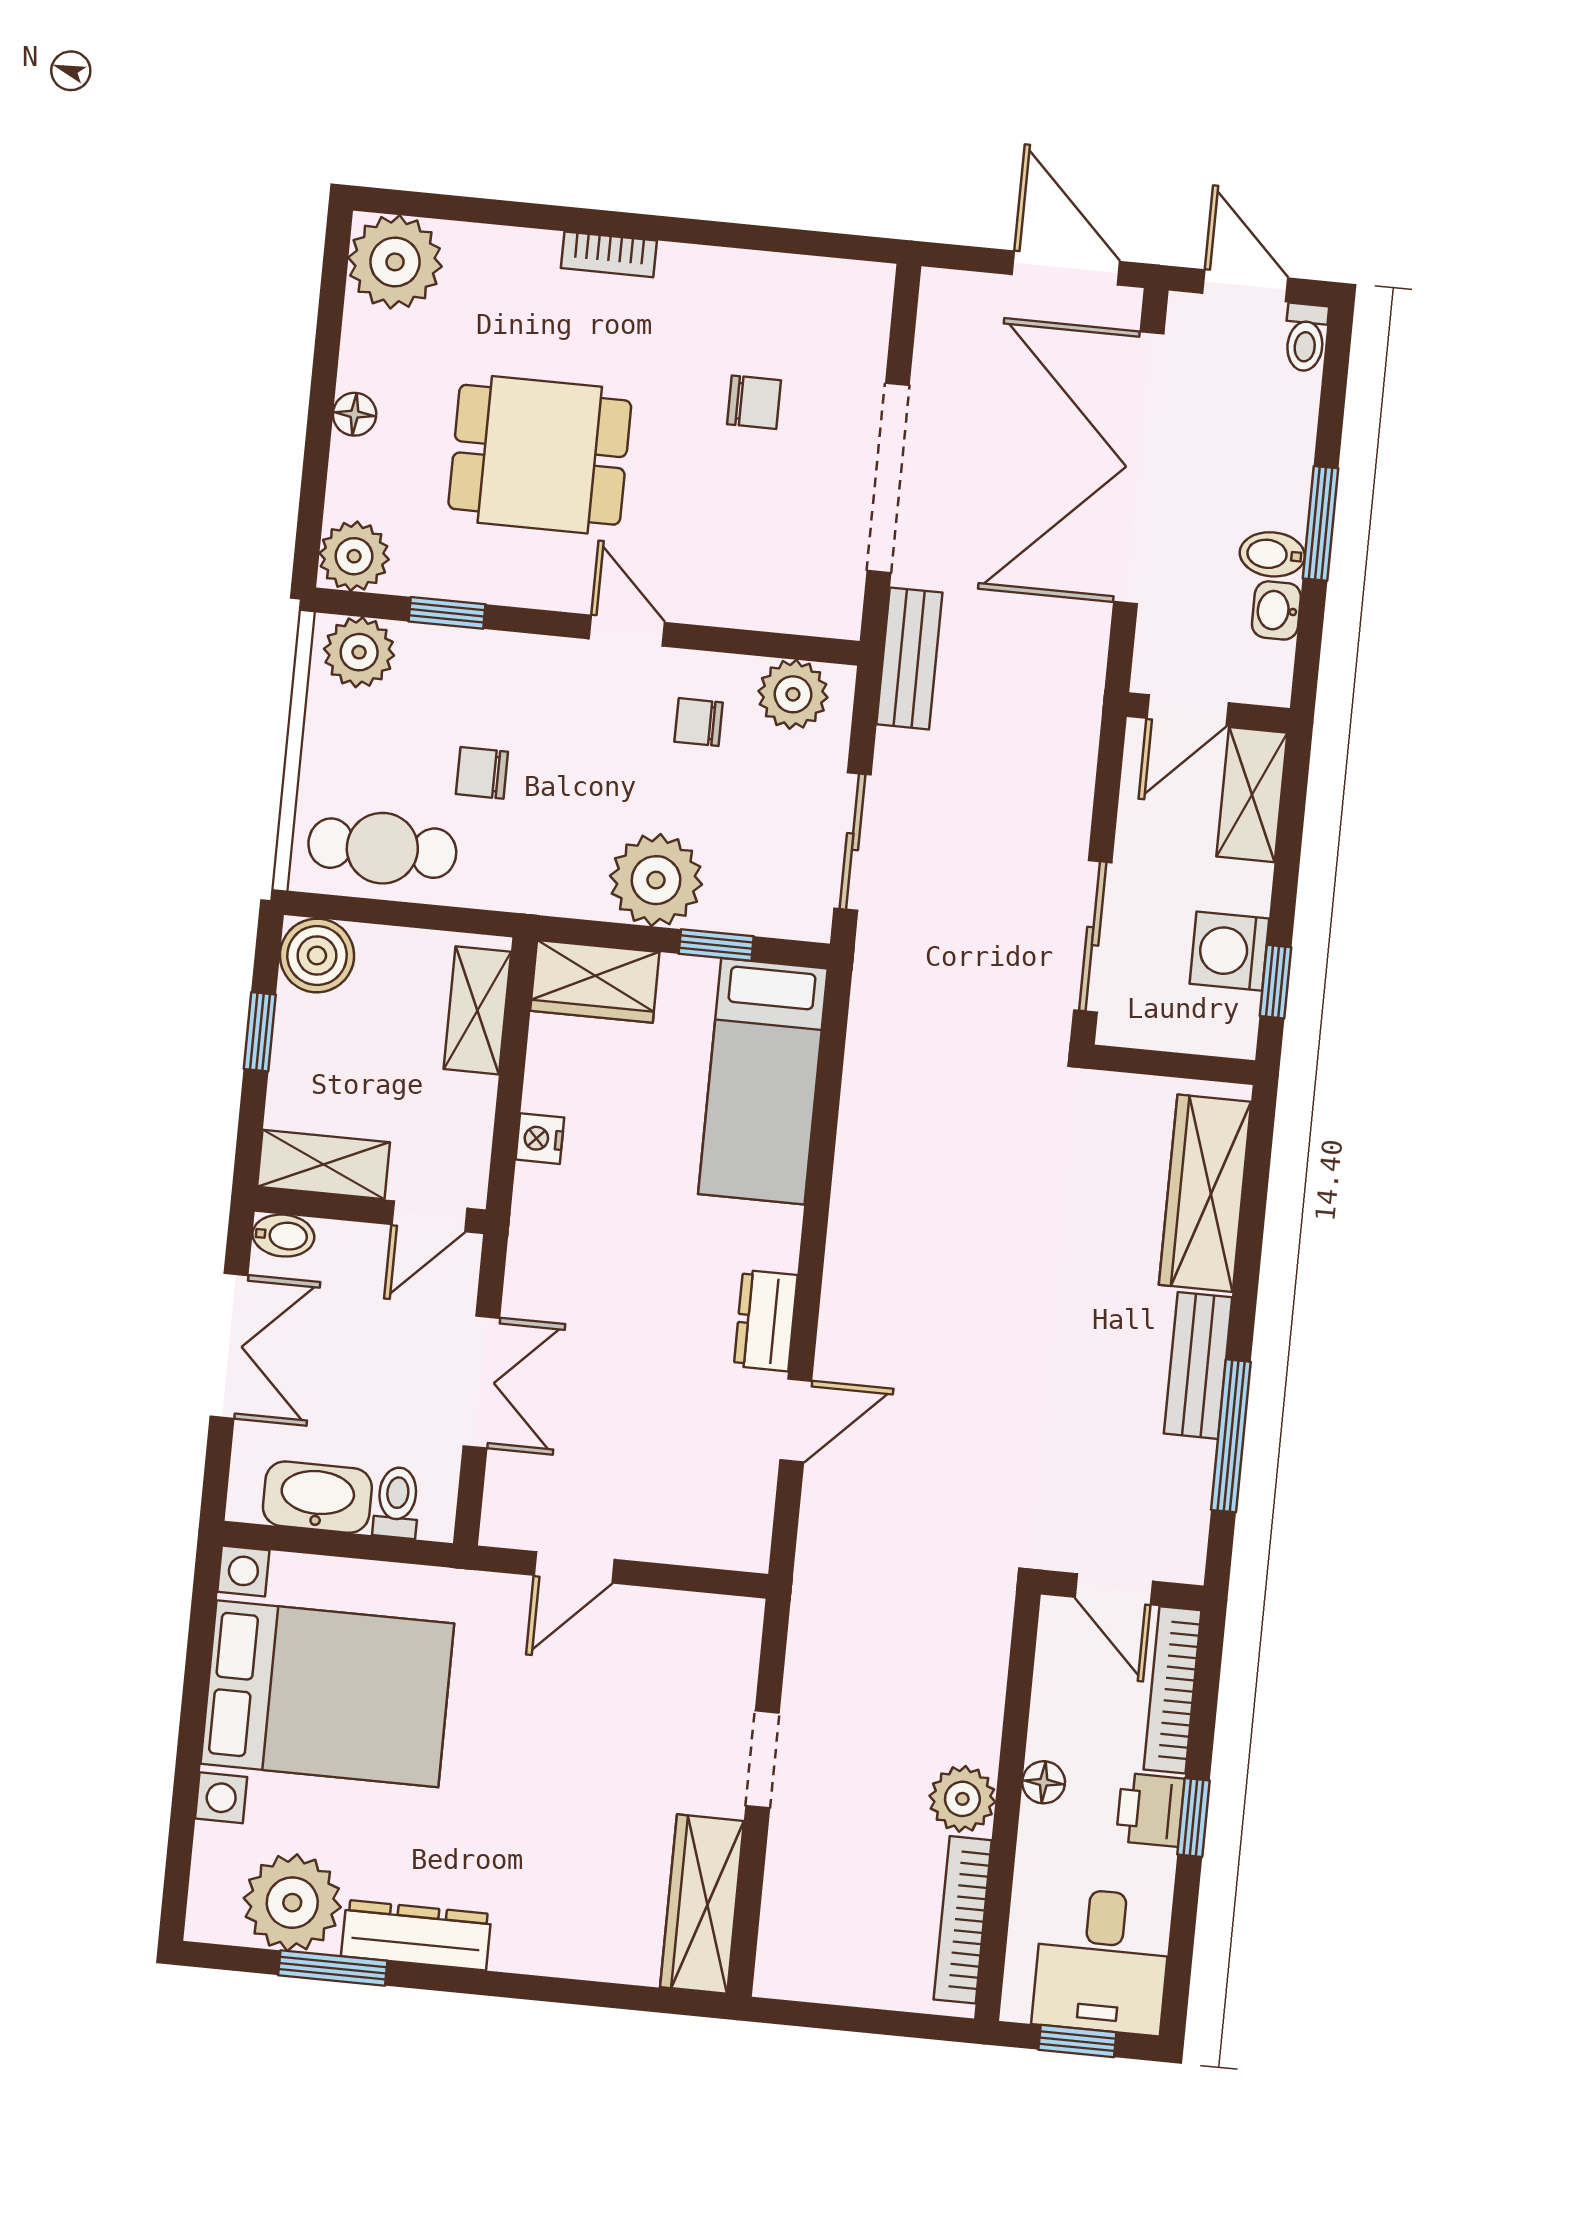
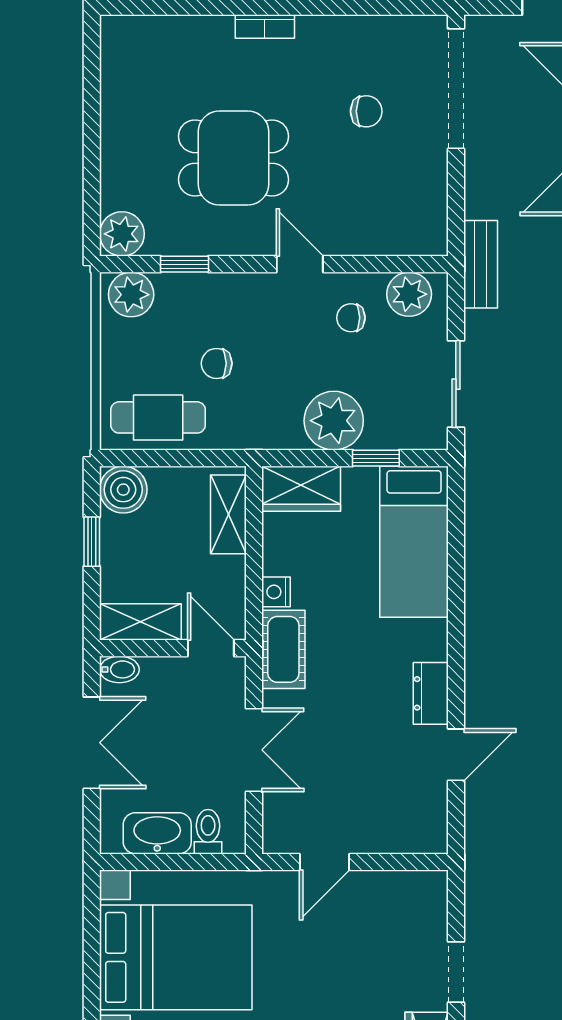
plant: (395, 262) -> (130, 45), removed
floor lamp: (355, 414) -> (113, 144), removed
doorway: (888, 478) -> (456, 89), moved
door: (429, 1216) -> (211, 648), swing flipped
cot: (542, 1229) -> (283, 649), added

